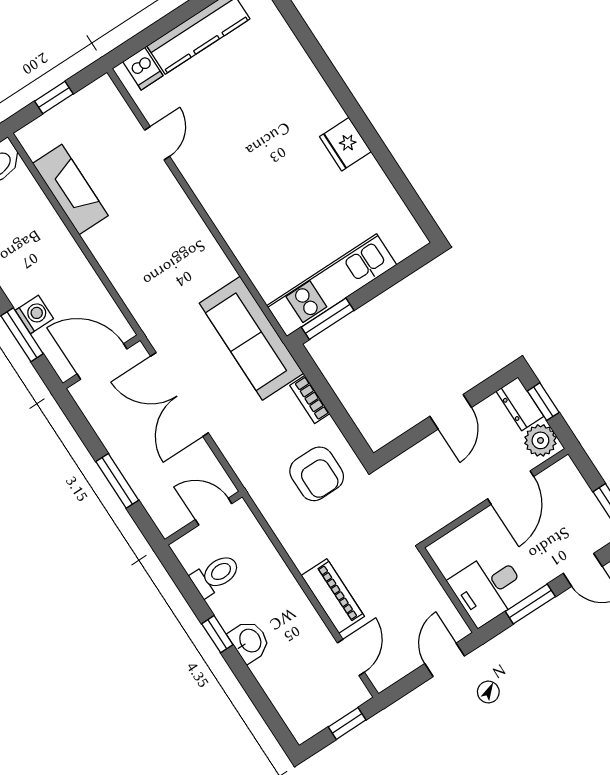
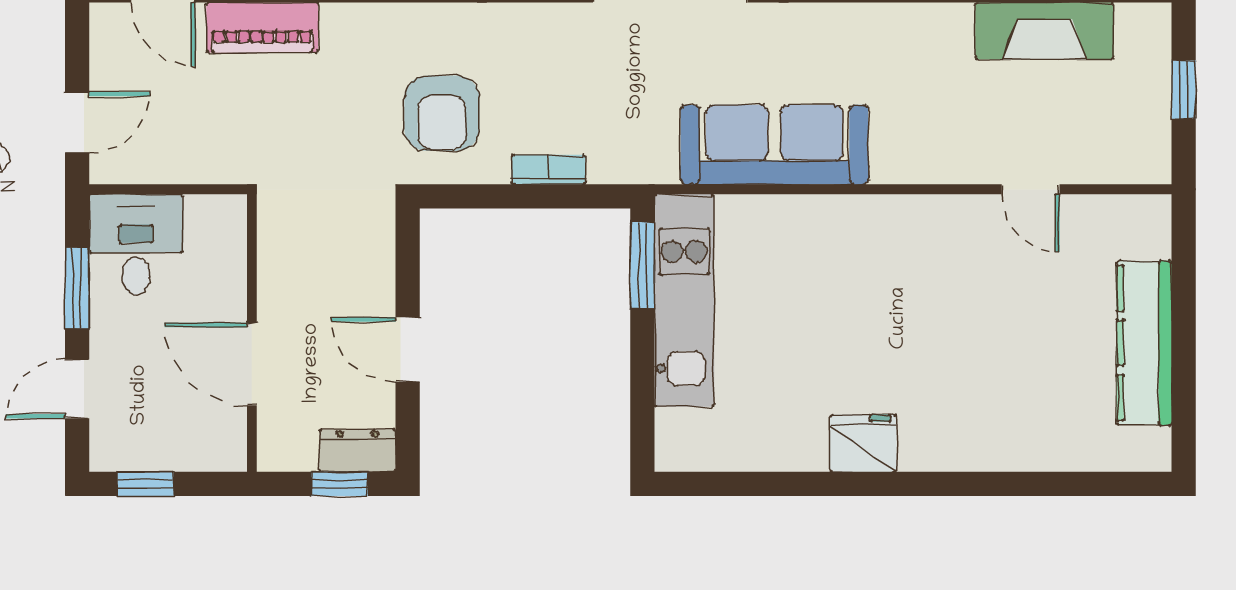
dishwasher: (143, 69) -> (1144, 236), removed
sofa: (251, 338) -> (774, 145), moved
plant: (540, 440) -> (290, 446), removed
armchair: (317, 474) -> (442, 113), turned -90
door: (445, 660) -> (77, 122), hinge flipped

